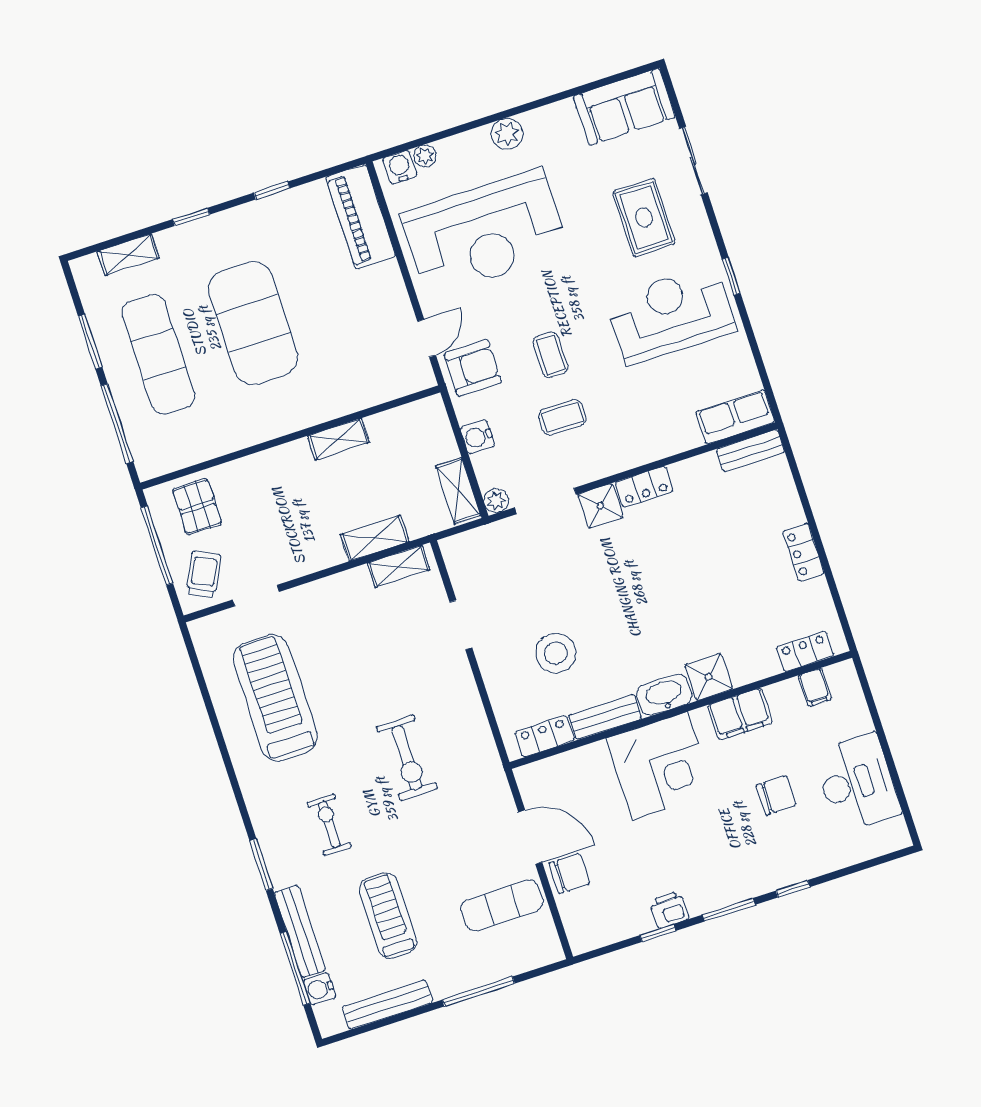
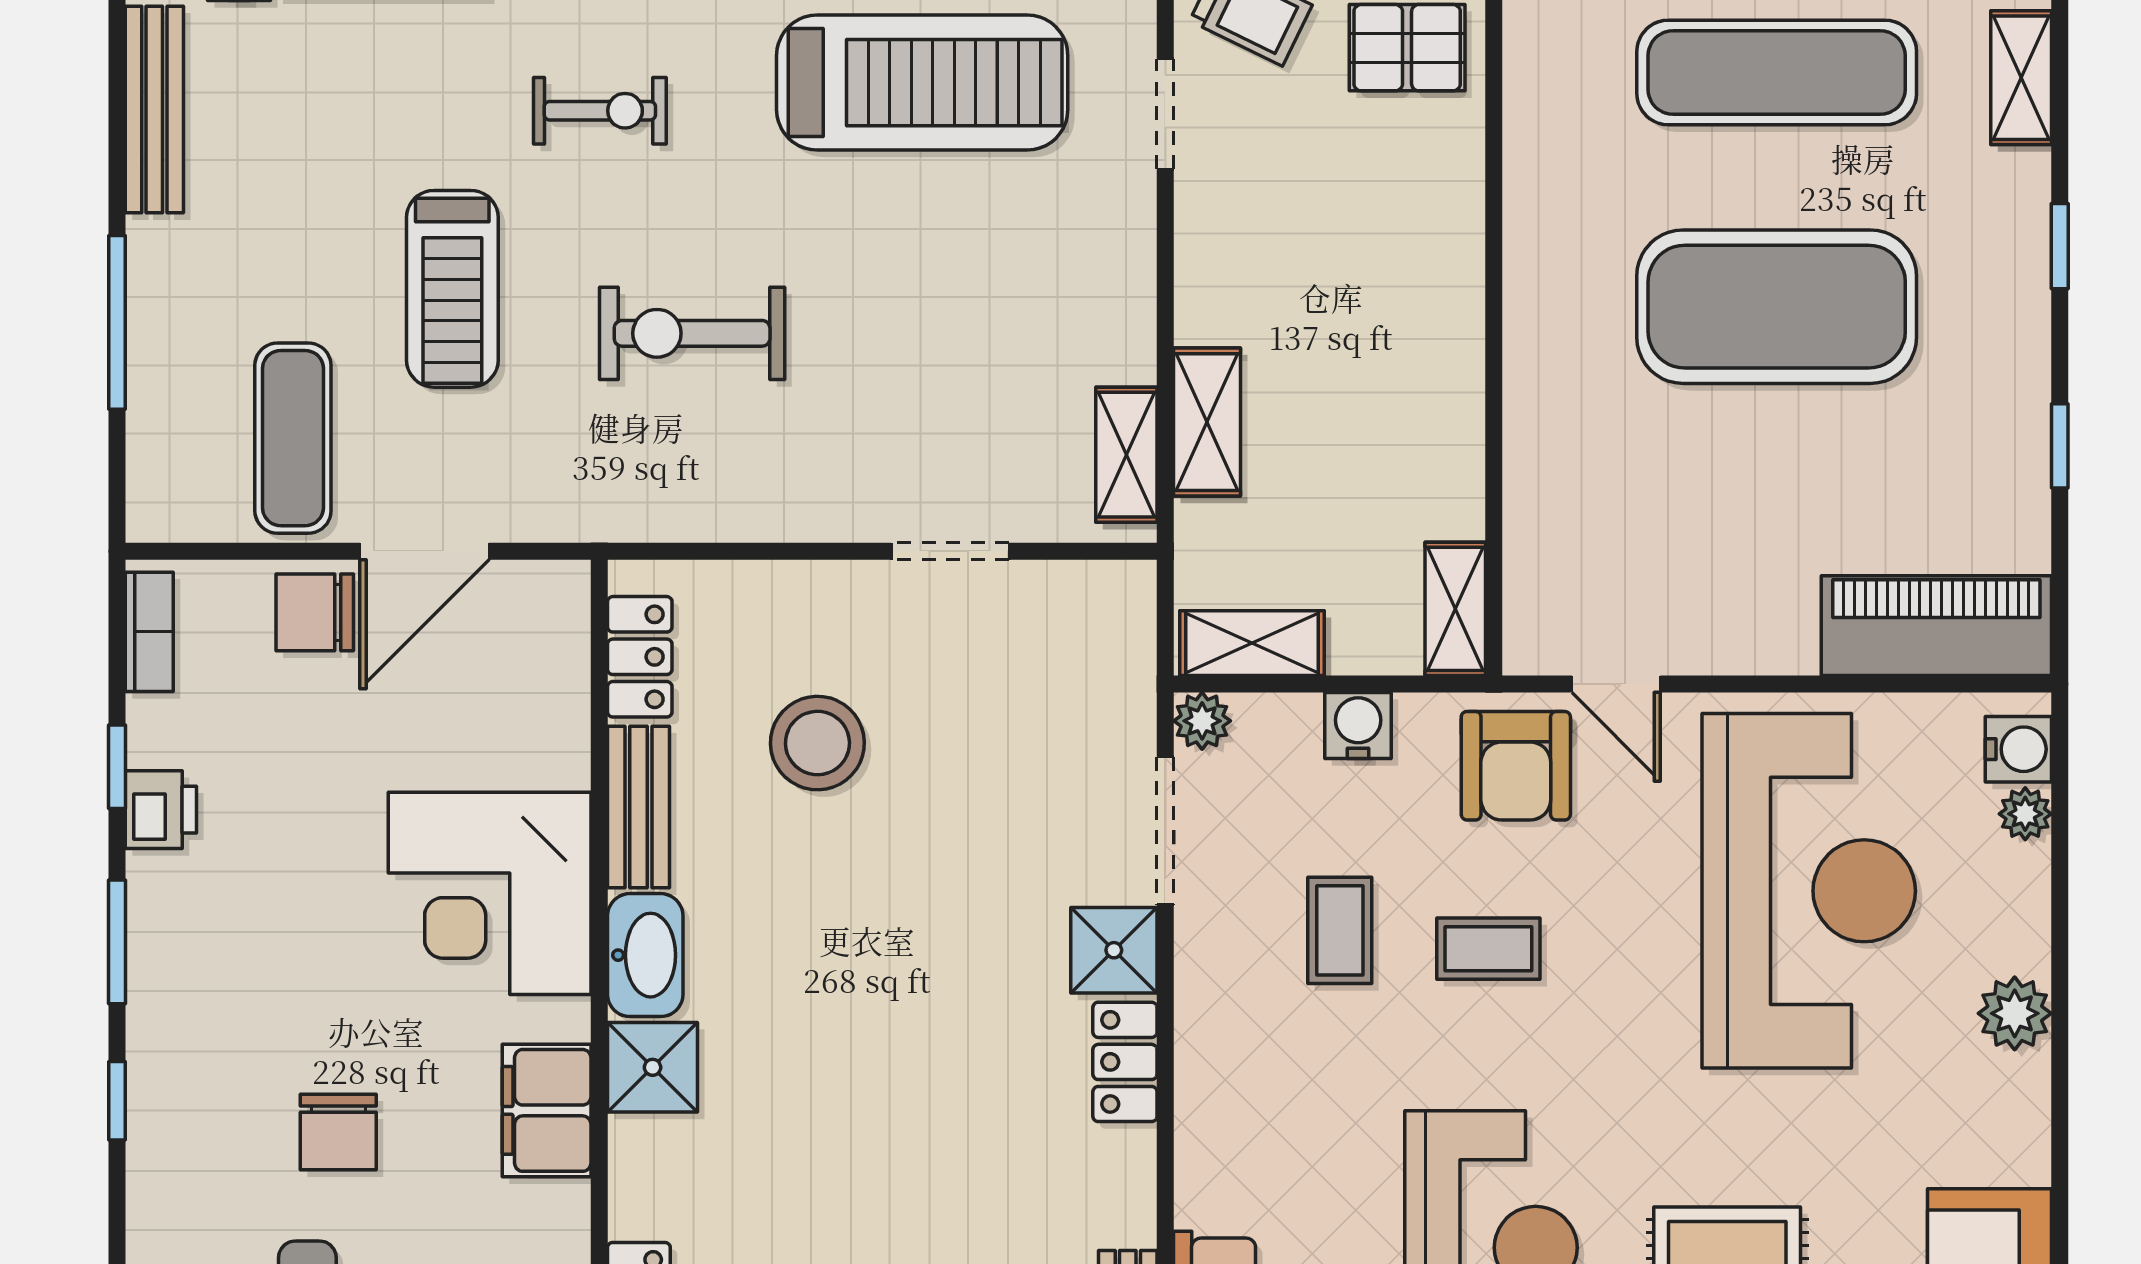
reception desk: (485, 233) -> (1809, 891), turned 180
shelving: (338, 439) -> (1455, 609), moved
chair: (569, 873) -> (315, 612), turned 90
treadmill: (388, 916) -> (452, 289), moved, turned 90
bookcase: (599, 938) -> (149, 632), added

